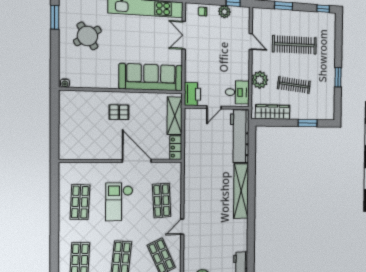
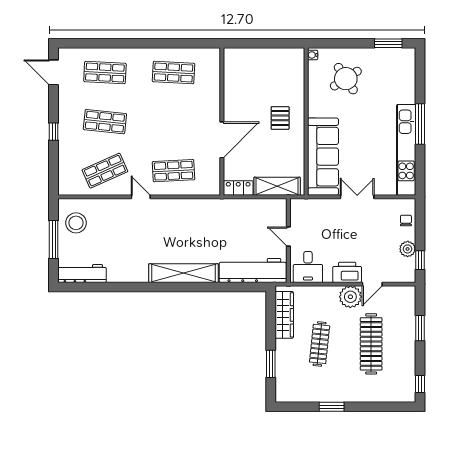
double door: (184, 35) -> (357, 197), moved
round table: (87, 36) -> (346, 79), moved
plant: (260, 80) -> (350, 297), moved
printer: (192, 94) -> (347, 272), moved, turned 180
checkout: (119, 202) -> (173, 119), removed

